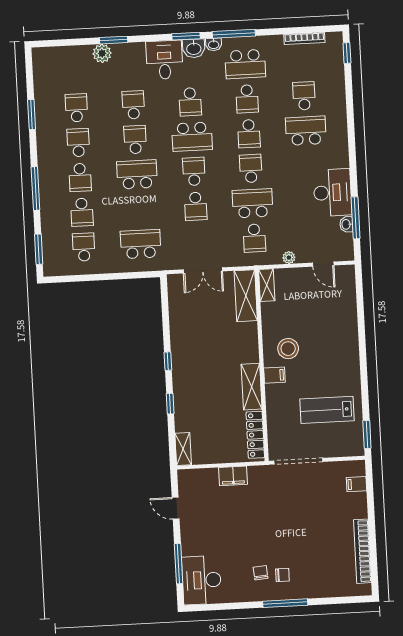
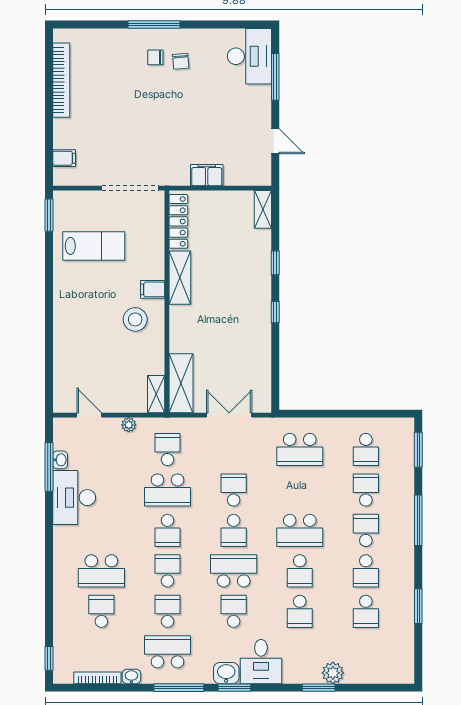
washbasin: (214, 44) -> (131, 676), moved
school desk: (304, 96) -> (101, 611), turned 180

